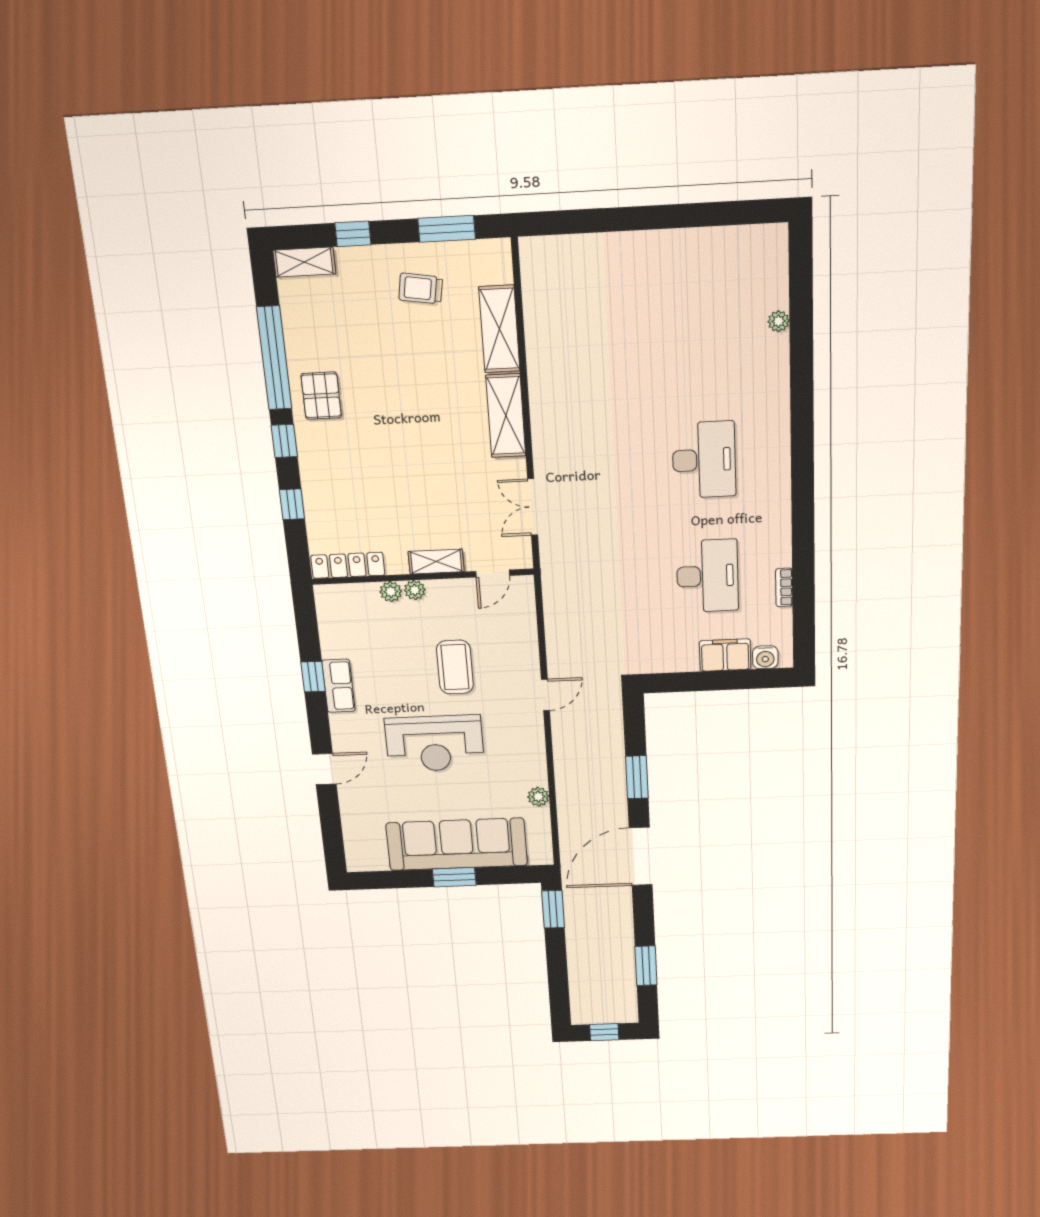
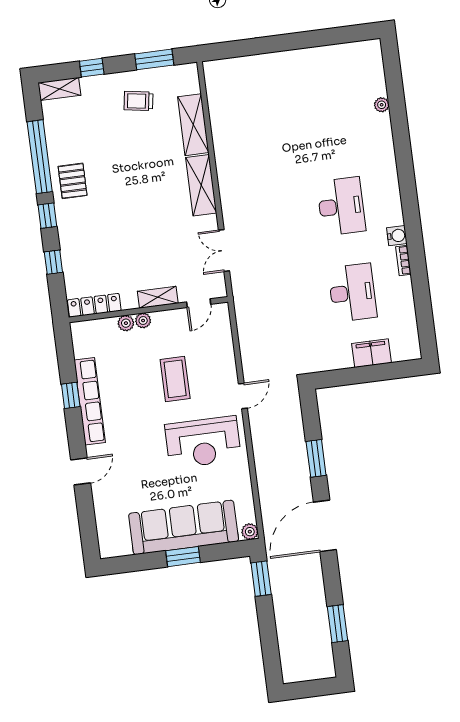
bookcase: (784, 587) -> (403, 260), moved
water cooler: (765, 657) -> (397, 236), moved, turned -90
row of seats: (338, 686) -> (90, 401), width x2.02
reception desk: (435, 743) -> (203, 442), moved
plant: (538, 797) -> (250, 532), moved
window: (604, 1032) -> (310, 689), removed

